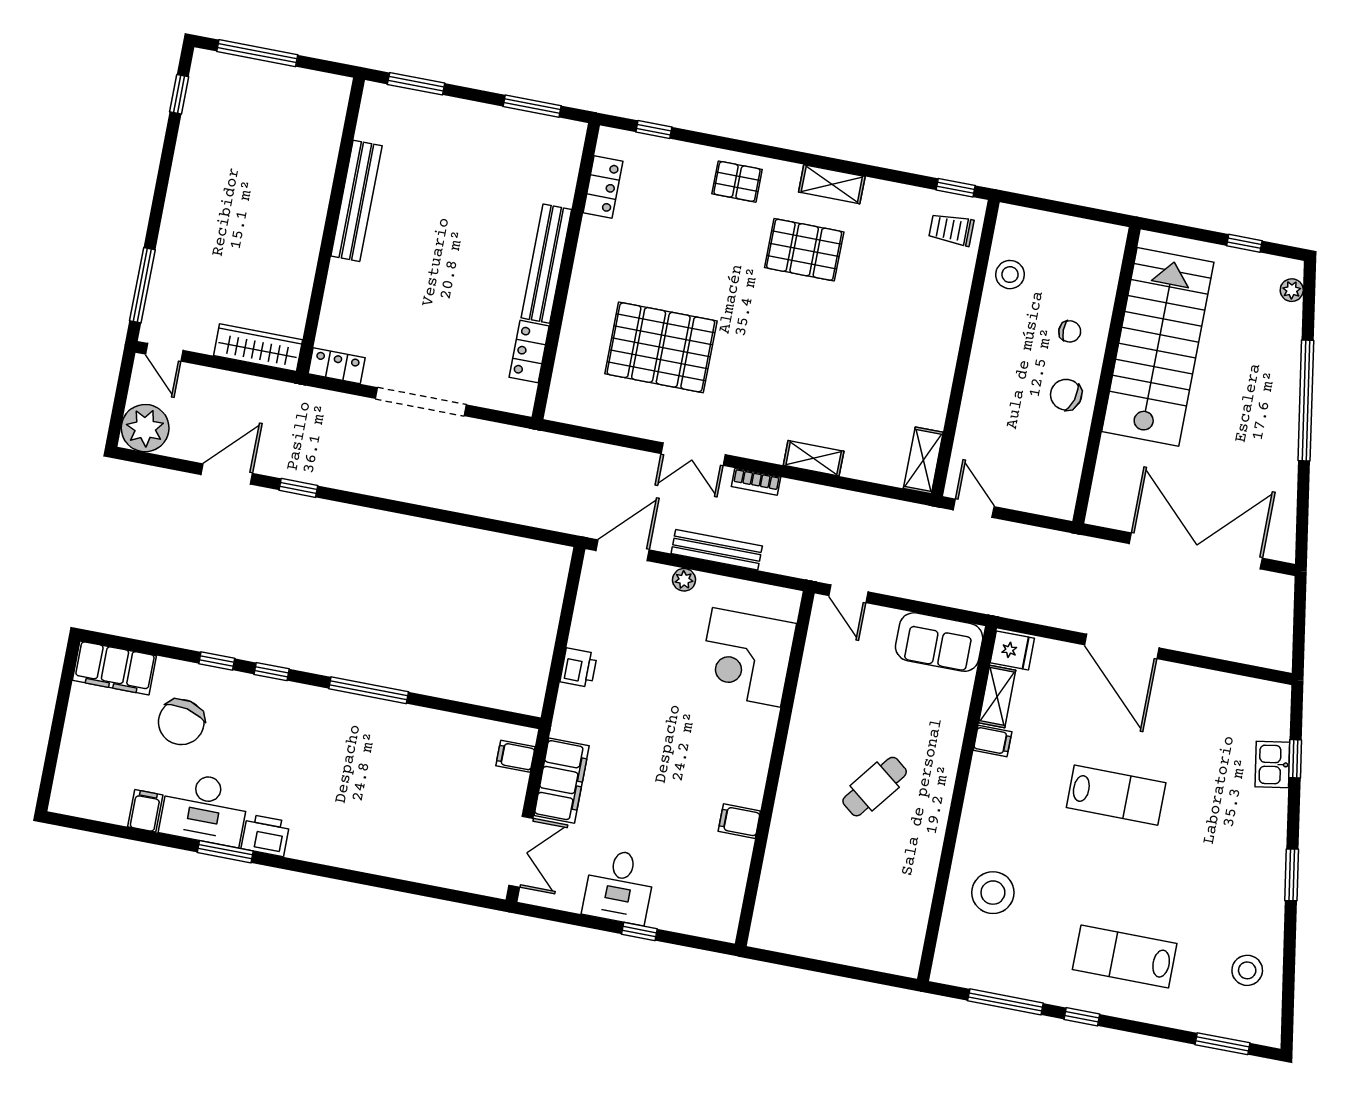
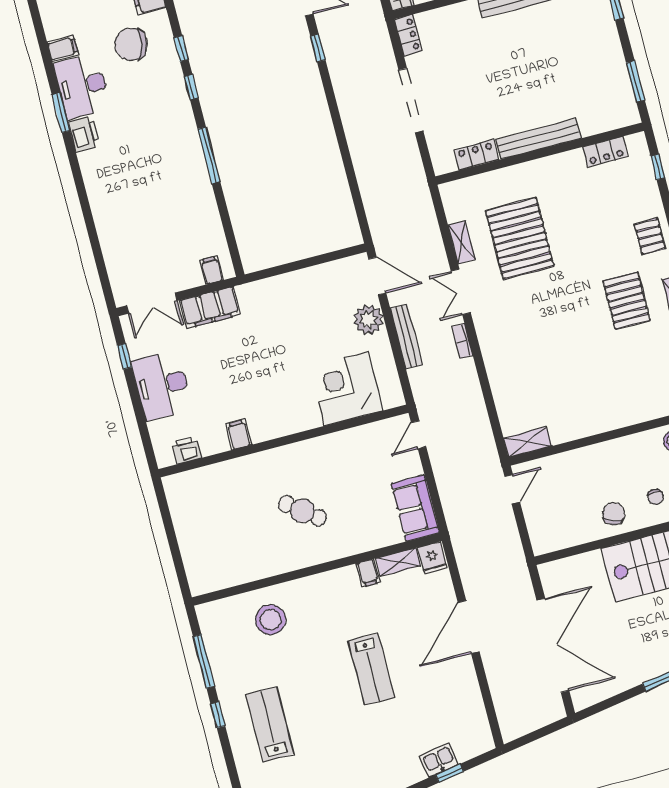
shelving: (814, 458) -> (462, 242), moved
plant: (684, 580) -> (368, 320), width x1.87, depth x1.87
printer: (579, 668) -> (186, 450), moved, turned 180
desk: (619, 886) -> (162, 385), width x1.37
window: (639, 931) -> (124, 356), moved

